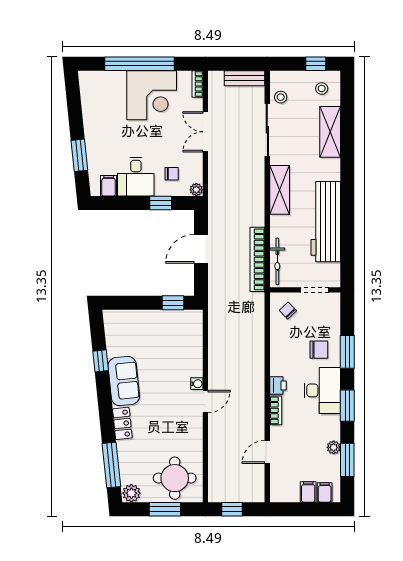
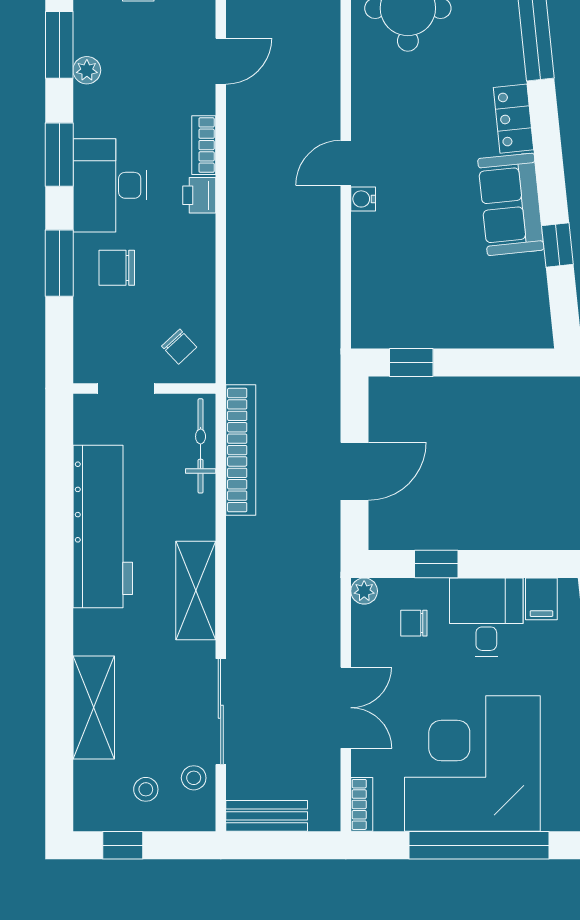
stool: (322, 89) -> (146, 789), moved
corner desk: (152, 95) -> (472, 764), width x1.36, depth x1.36

